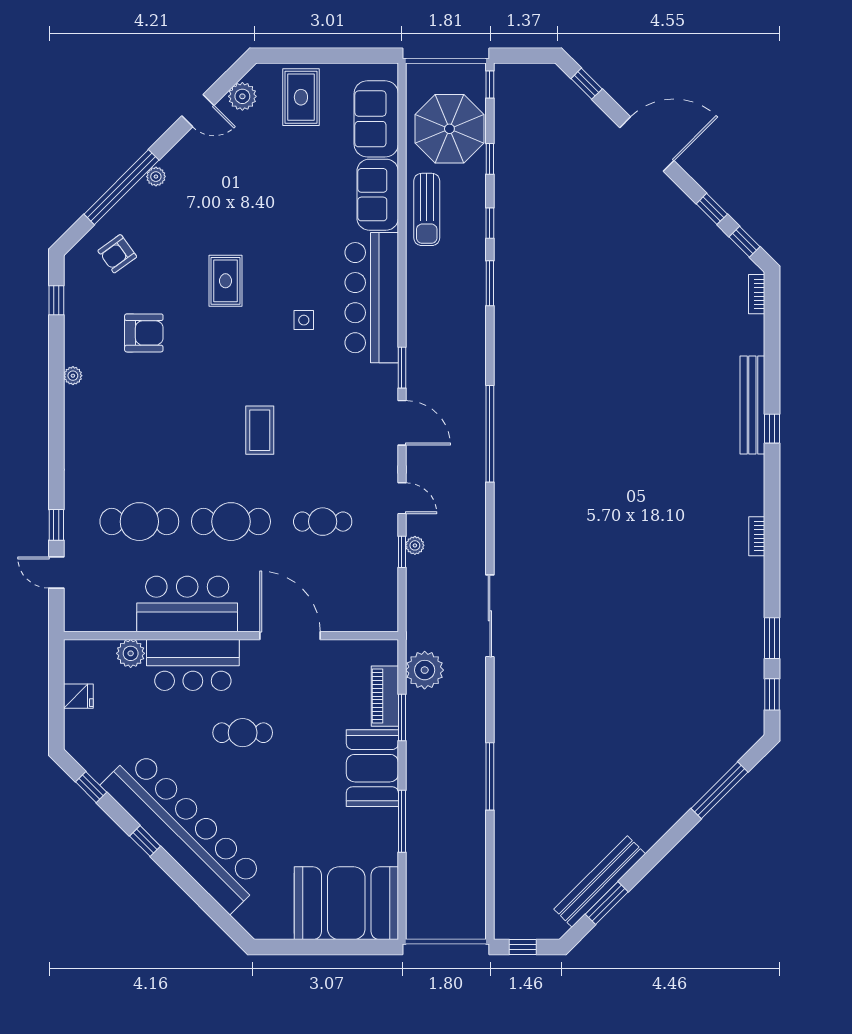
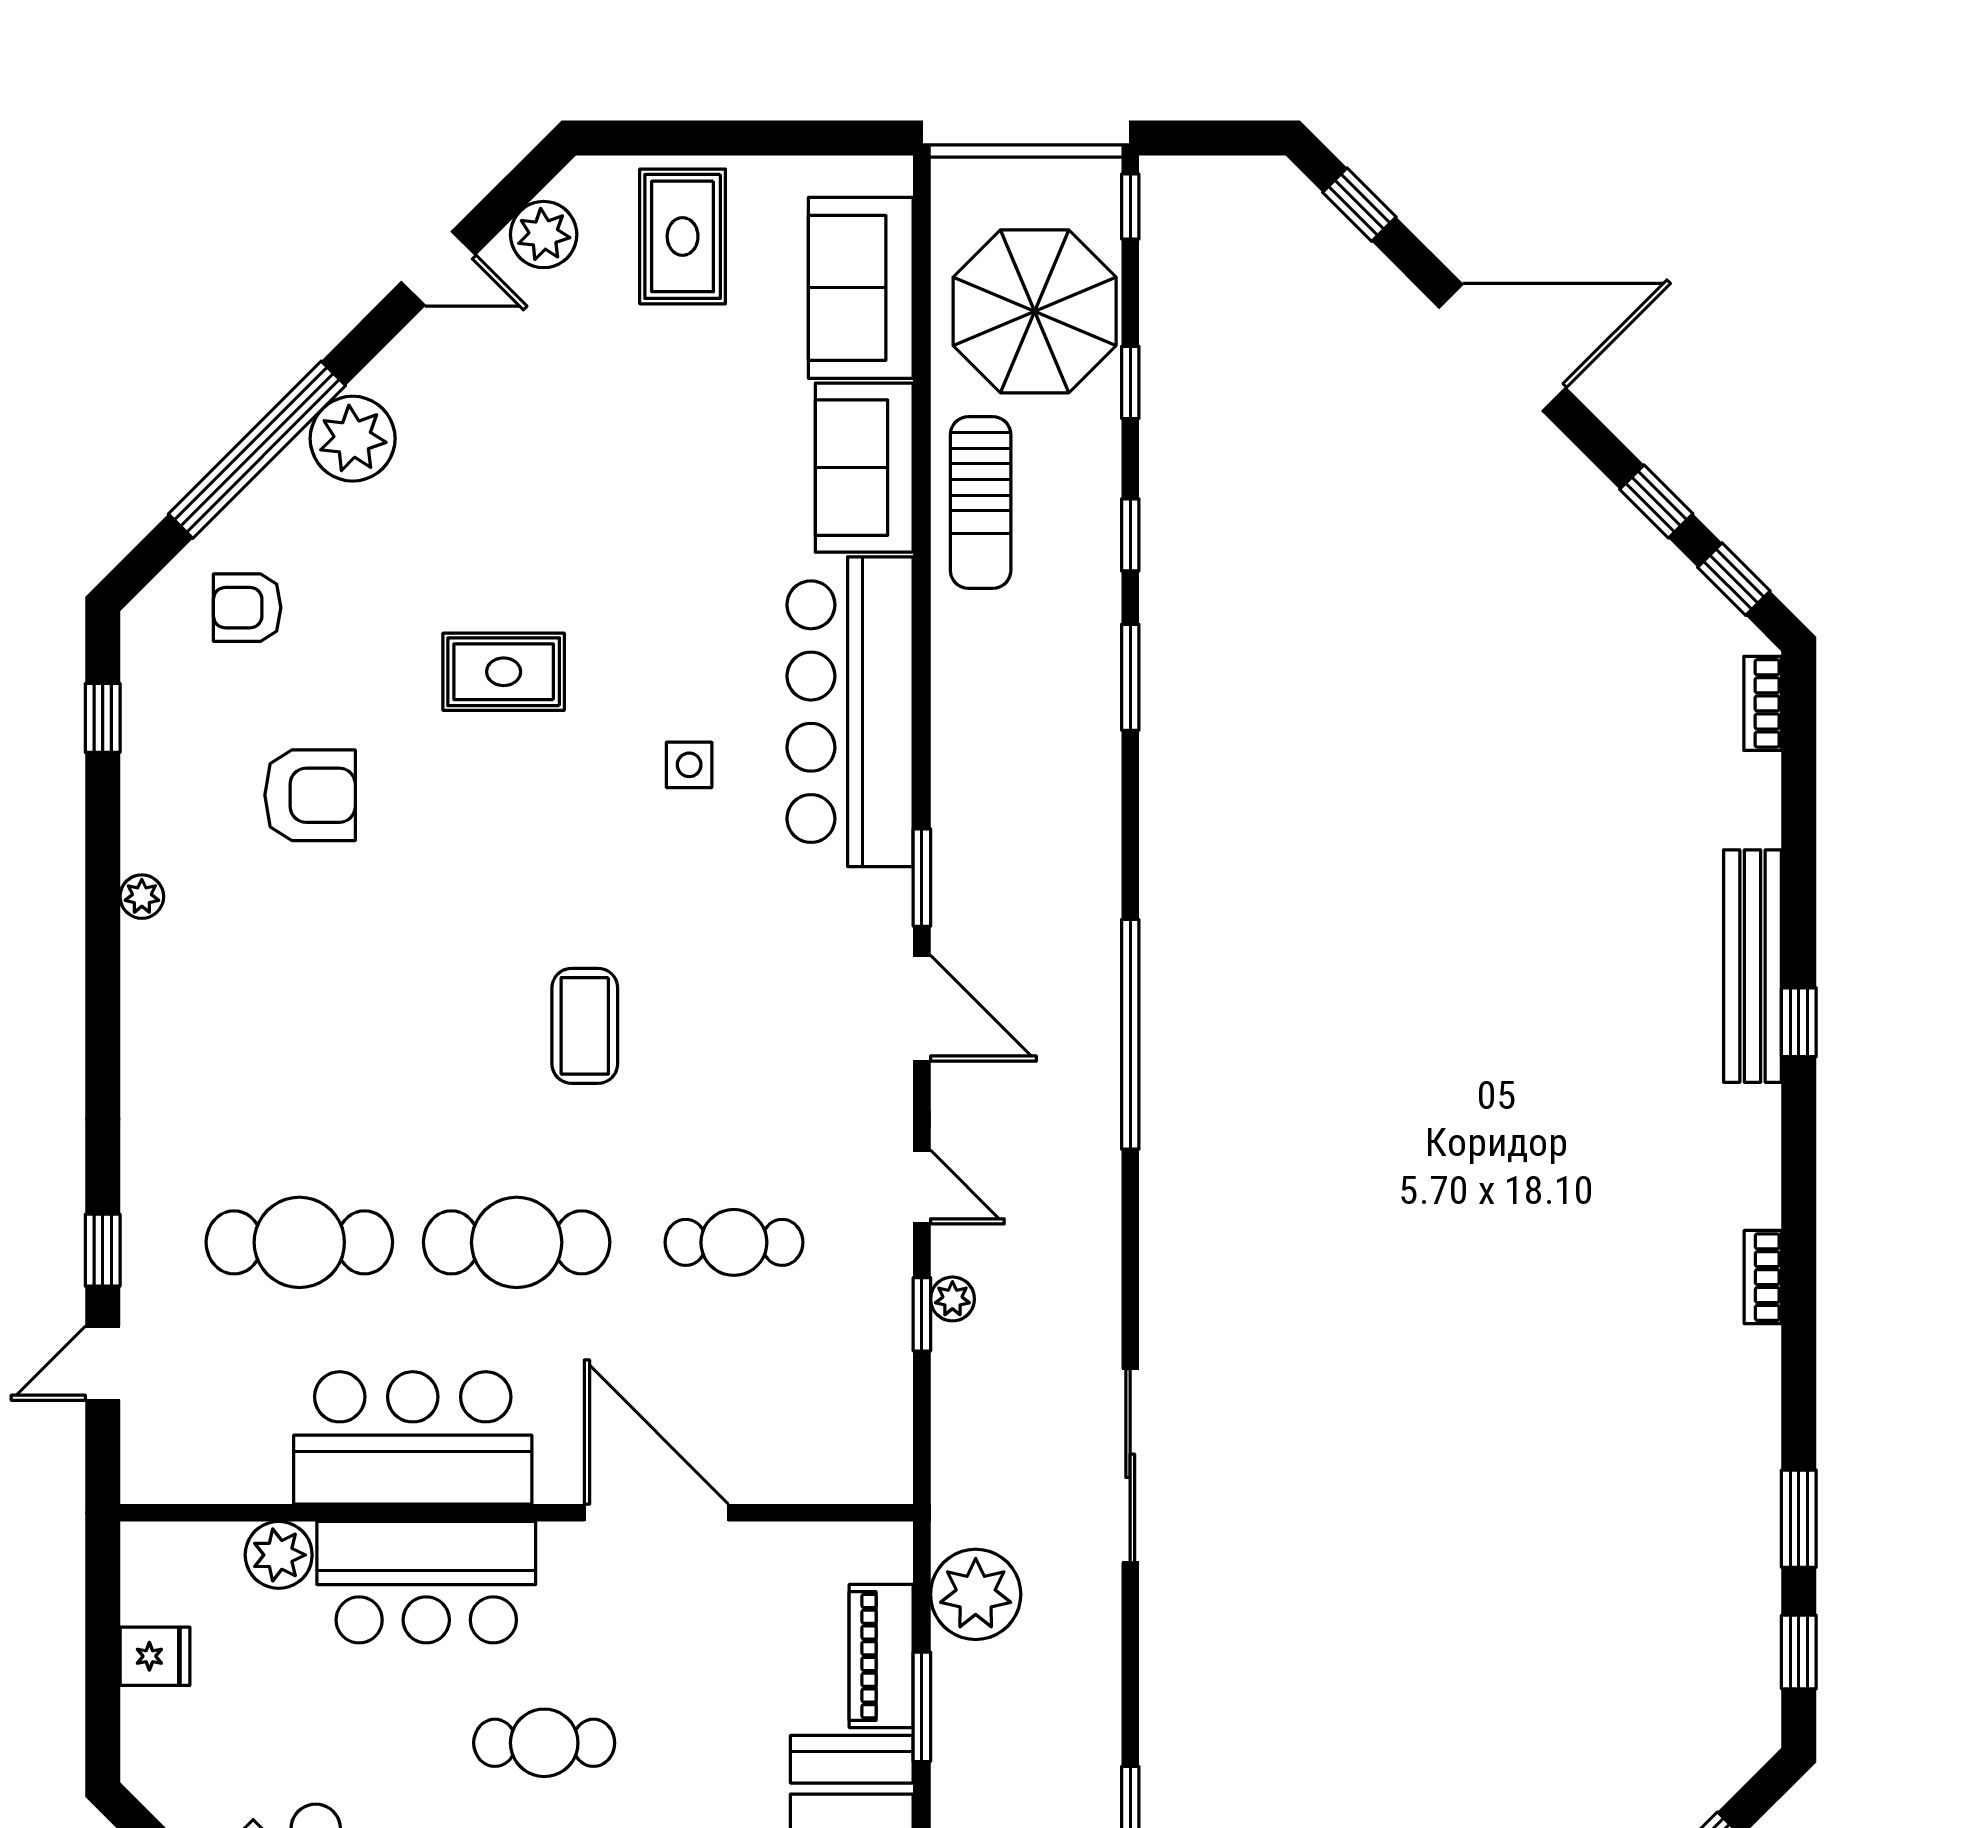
plant: (156, 177) -> (353, 439), width x1.88, depth x1.88
armchair: (117, 254) -> (247, 608), turned 36
rug: (225, 281) -> (504, 672), turned 90
door: (56, 573) -> (103, 1363), hinge flipped

